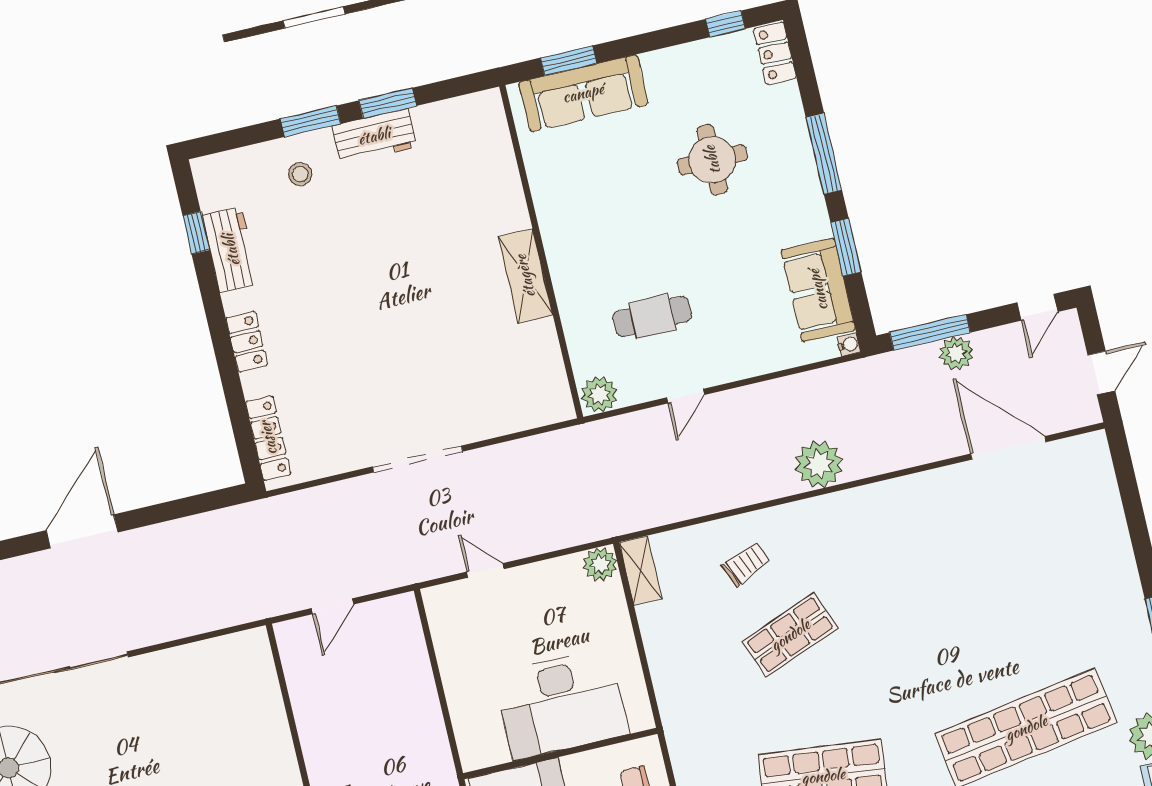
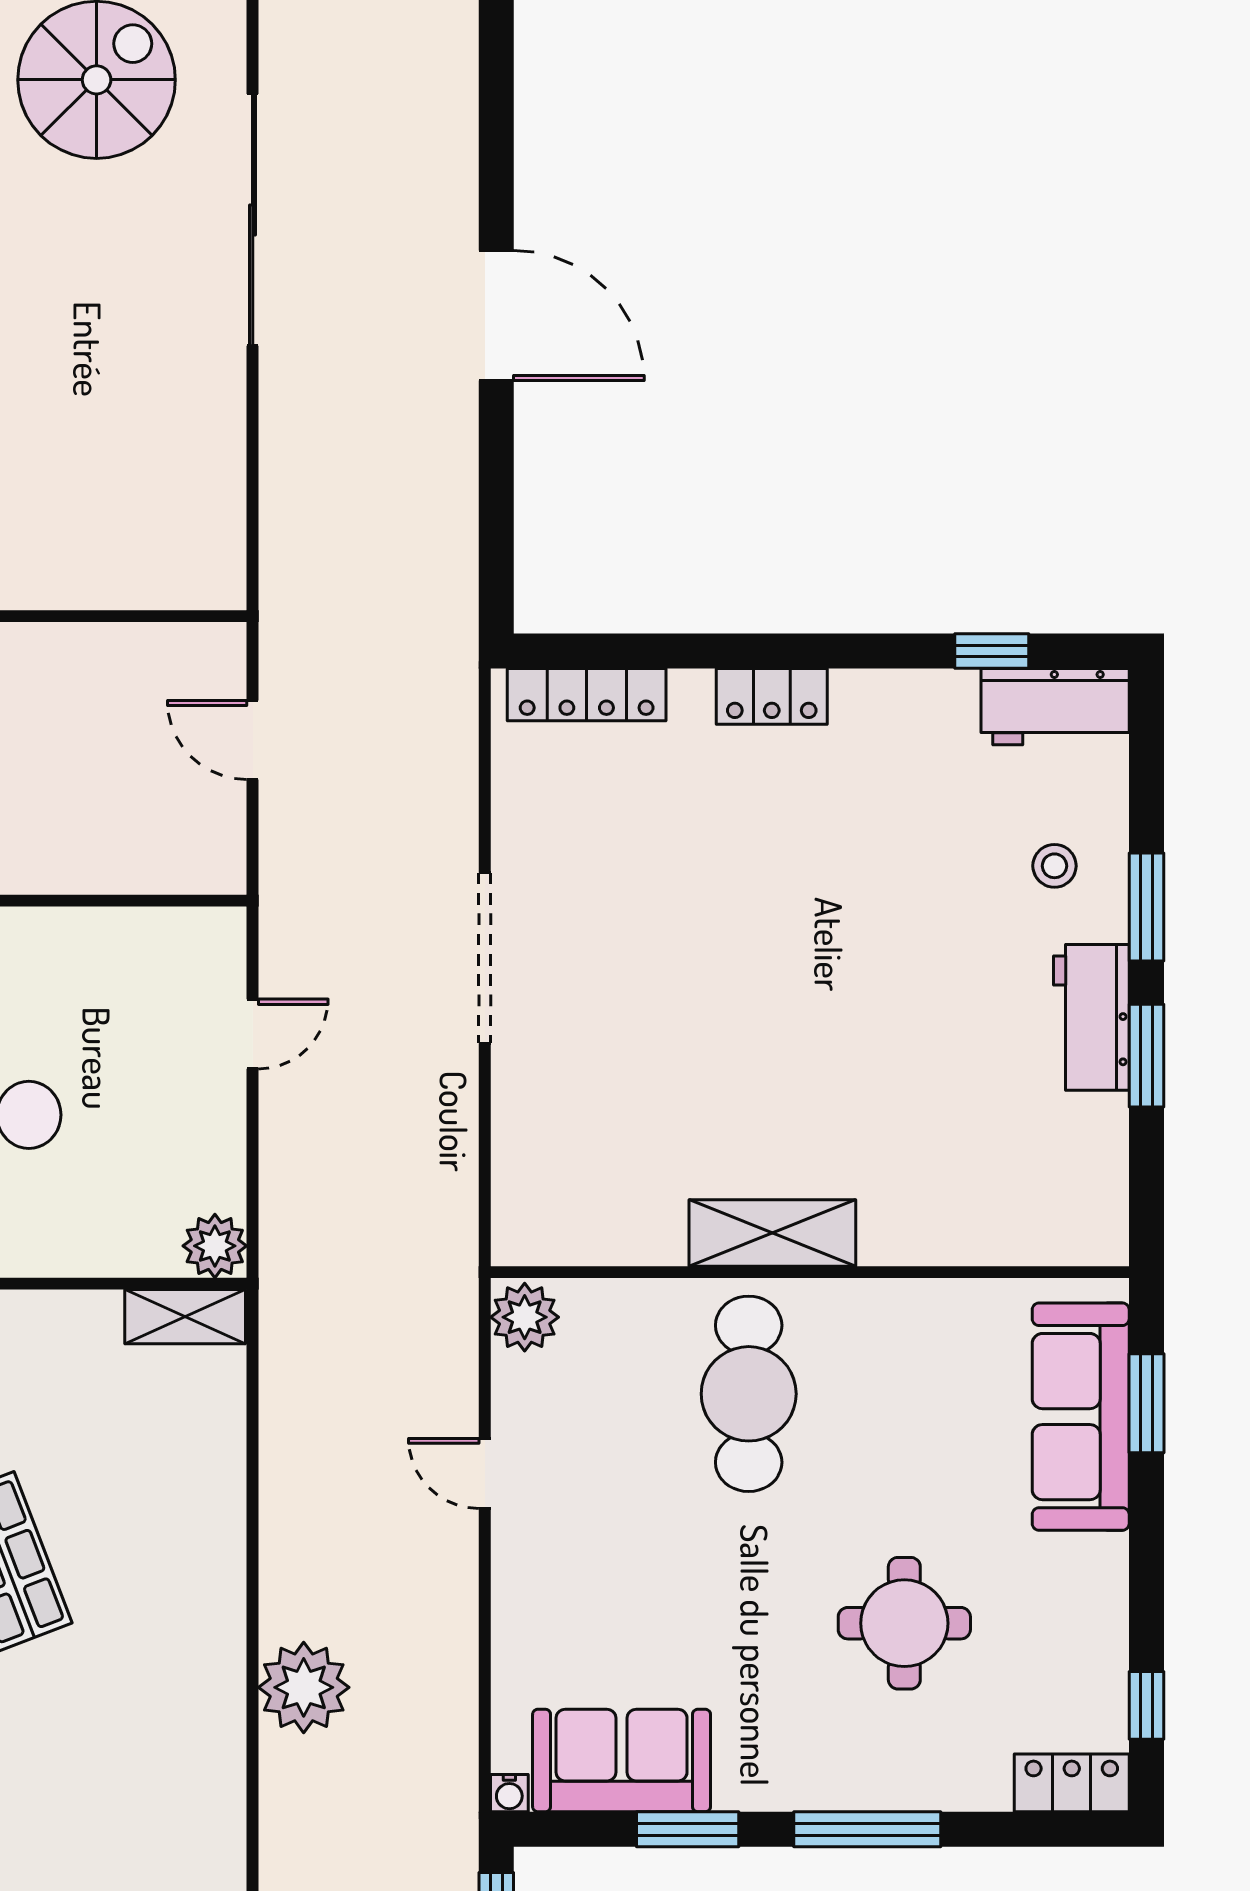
workbench: (231, 250) -> (1055, 707), moved
cafe table: (652, 316) -> (749, 1394), moved, width x1.37, depth x1.35
trolley: (746, 564) -> (153, 1512), removed

